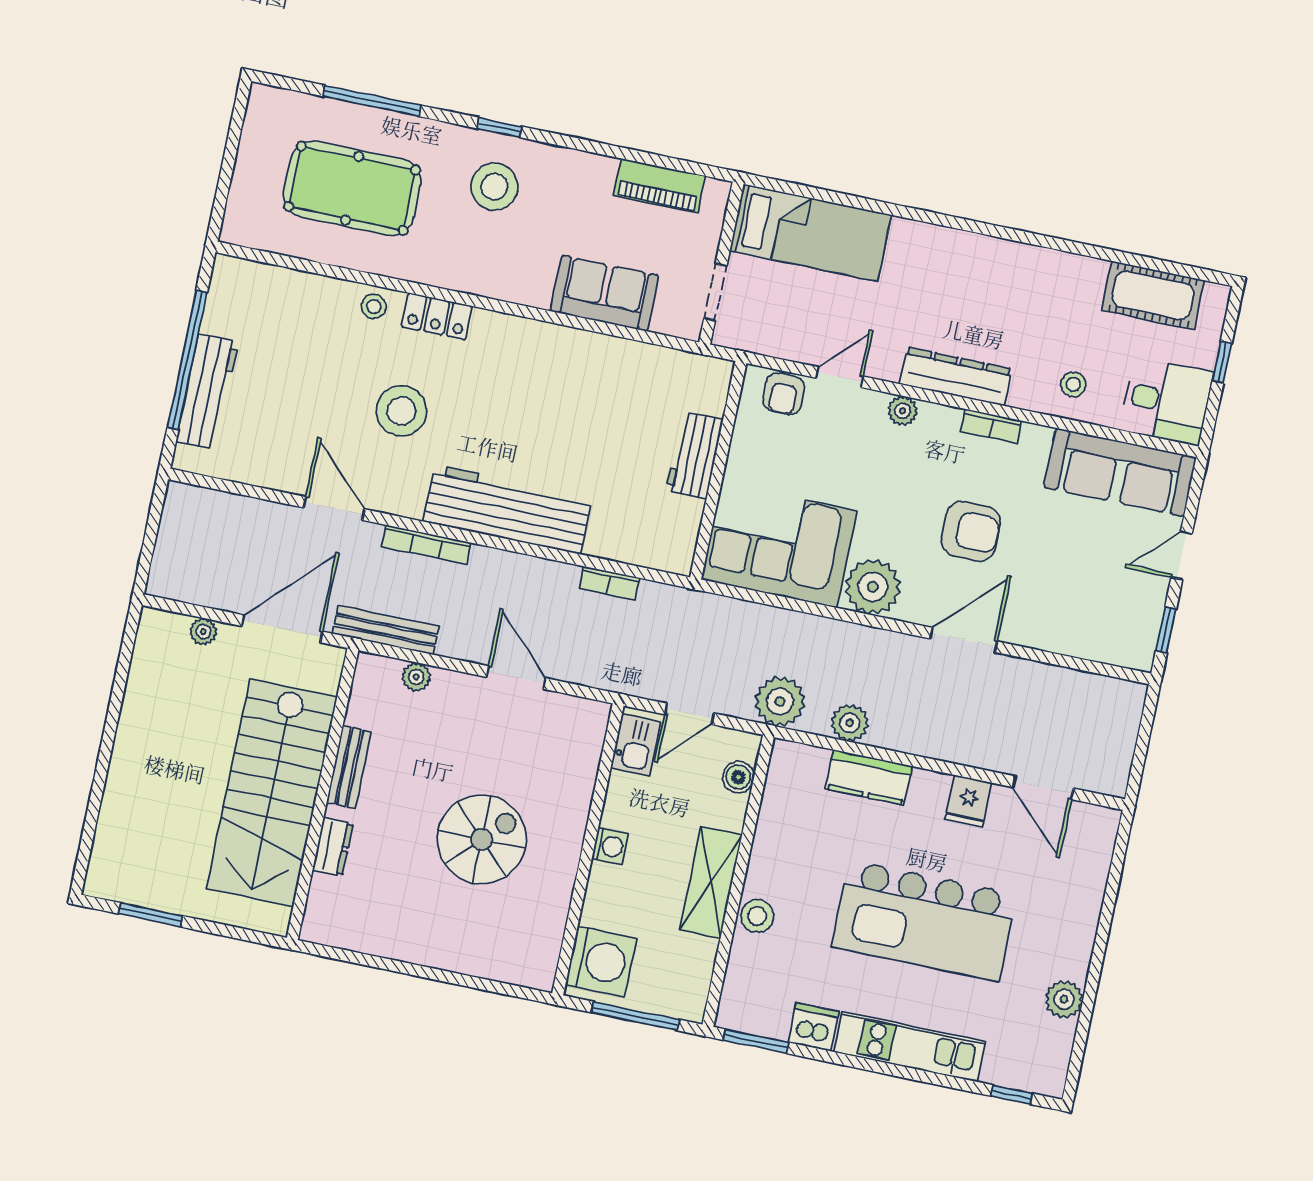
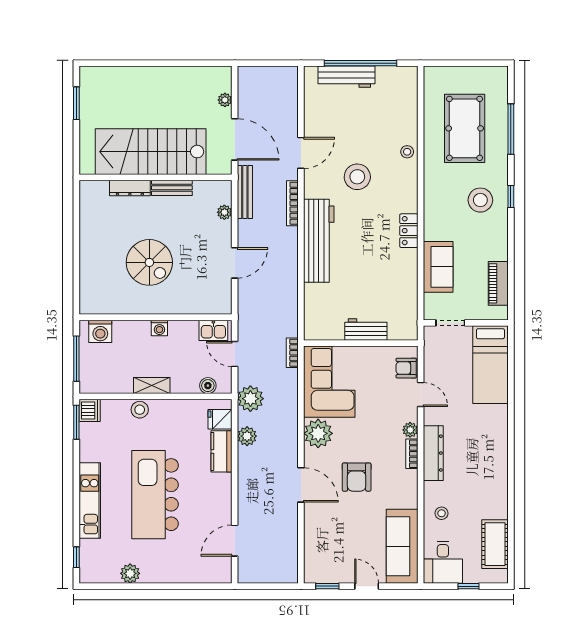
locker: (437, 316) -> (409, 231), moved
bookcase: (991, 426) -> (412, 454), moved
bookcase: (609, 583) -> (292, 353), moved
fridge: (968, 801) -> (220, 419), moved
dresser: (333, 847) -> (130, 188), width x1.44
shelving: (711, 882) -> (152, 385), width x0.67, depth x0.75
washing machine: (601, 961) -> (100, 331), width x0.73, depth x0.73
dishwasher: (814, 1027) -> (90, 410), moved

